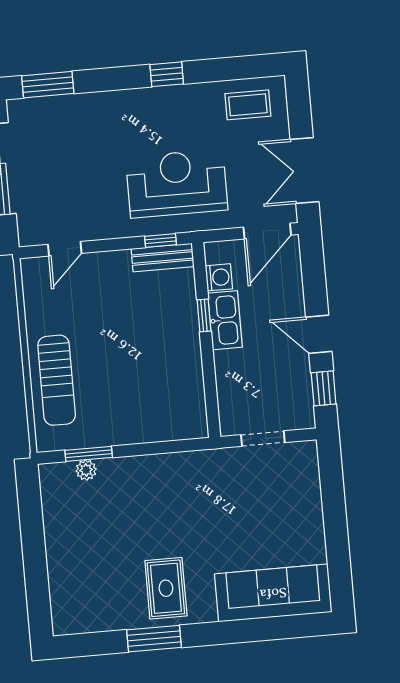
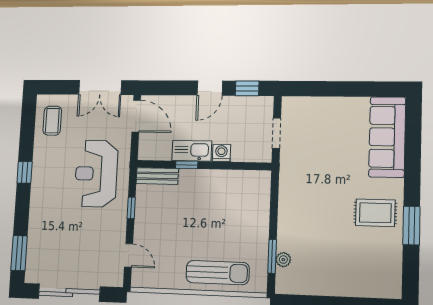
window: (160, 240) -> (131, 208), moved
bench: (163, 258) -> (157, 176), moved, turned 90
washing machine: (219, 277) -> (221, 153), moved

